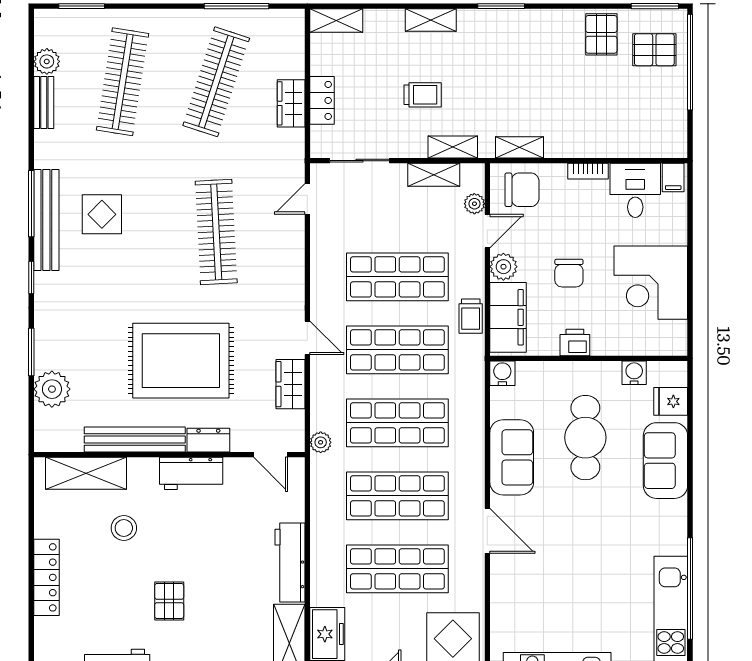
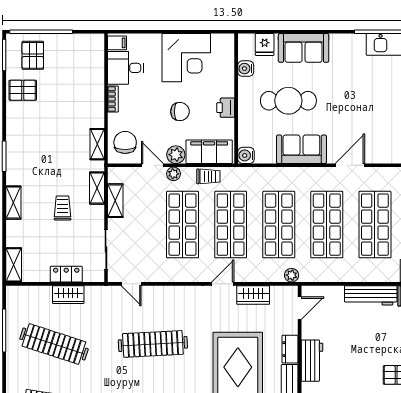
plant: (474, 204) -> (174, 174), moved

